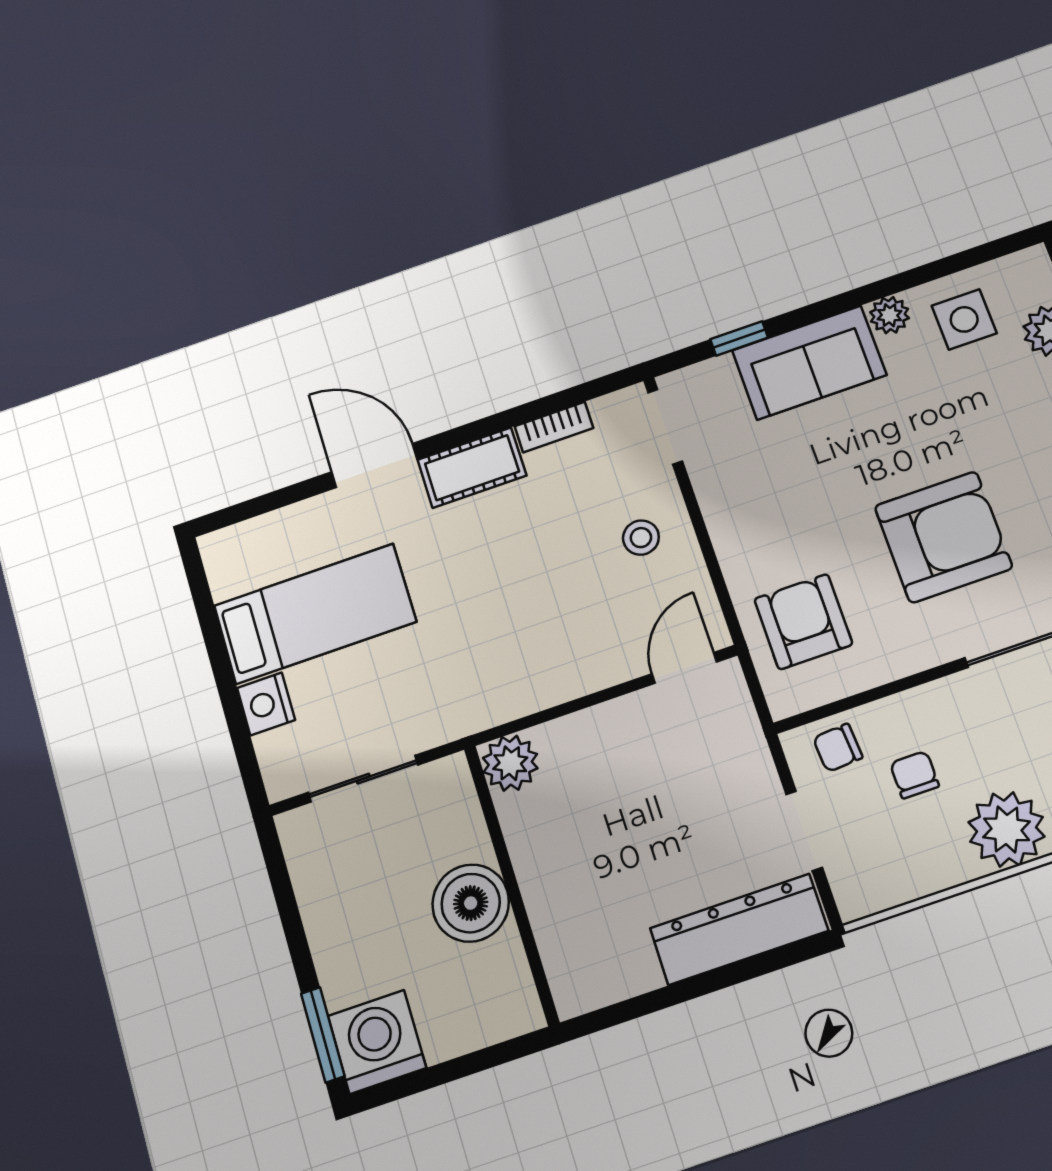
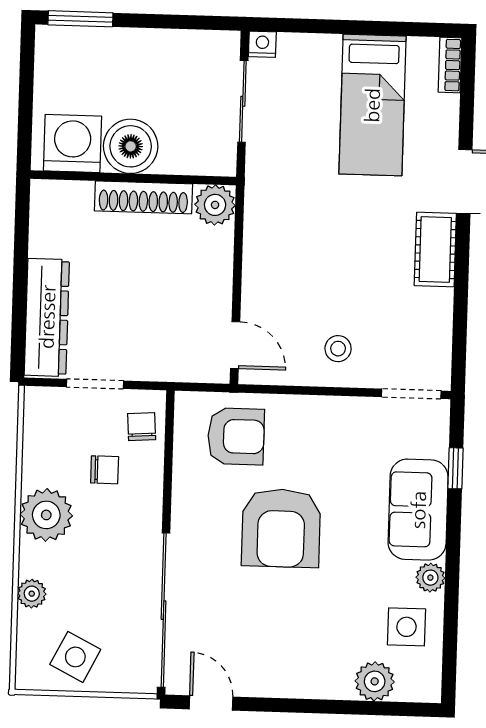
bookcase: (554, 427) -> (450, 65), moved
armchair: (943, 537) -> (281, 528), moved
nightstand: (266, 704) -> (262, 44), moved, width x0.72, depth x0.74
shoe rack: (533, 860) -> (143, 197), added
washing machine: (377, 1042) -> (72, 143), moved, turned -90

